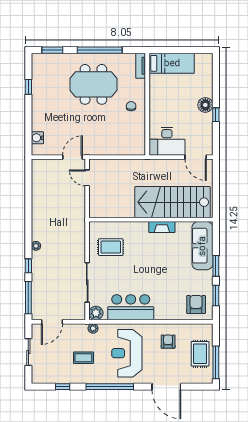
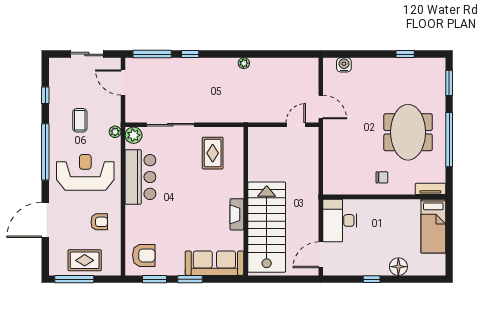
floor lamp: (205, 105) -> (398, 267), moved
plant: (36, 246) -> (244, 63), moved

